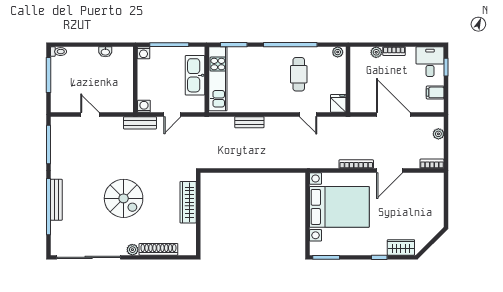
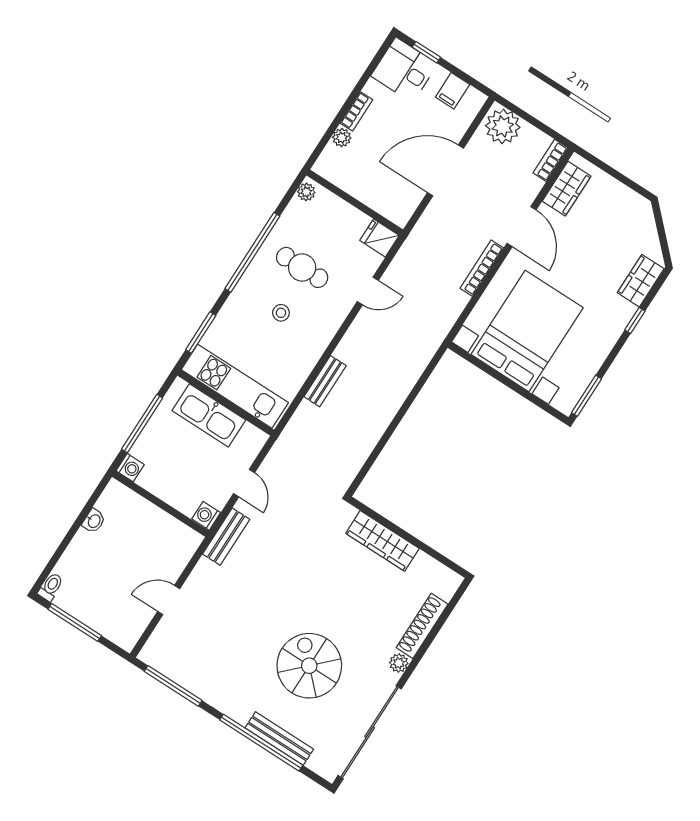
stool: (269, 78) -> (281, 313), added
plant: (438, 134) -> (503, 126), width x1.87, depth x1.87
wardrobe: (423, 181) -> (567, 189), added
spiral stairs: (124, 198) -> (309, 666), moved, turned -90
bench: (56, 200) -> (279, 739), moved

